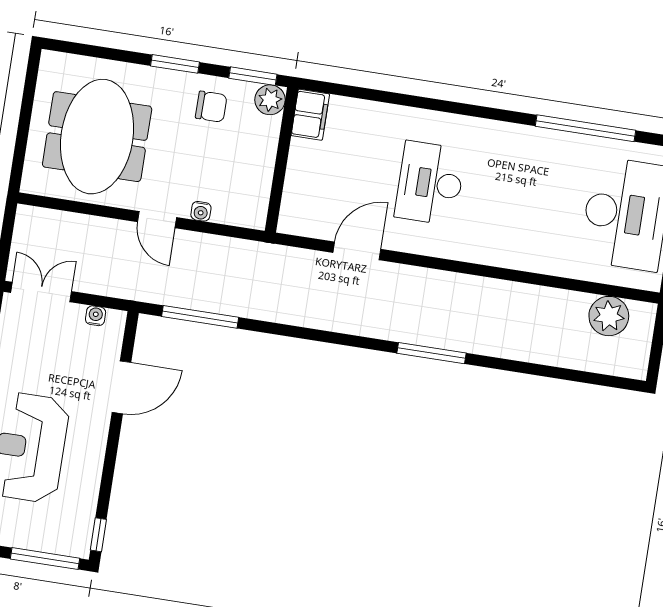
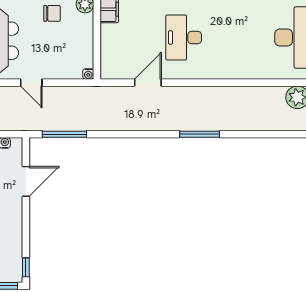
water cooler: (201, 211) -> (88, 74), moved

